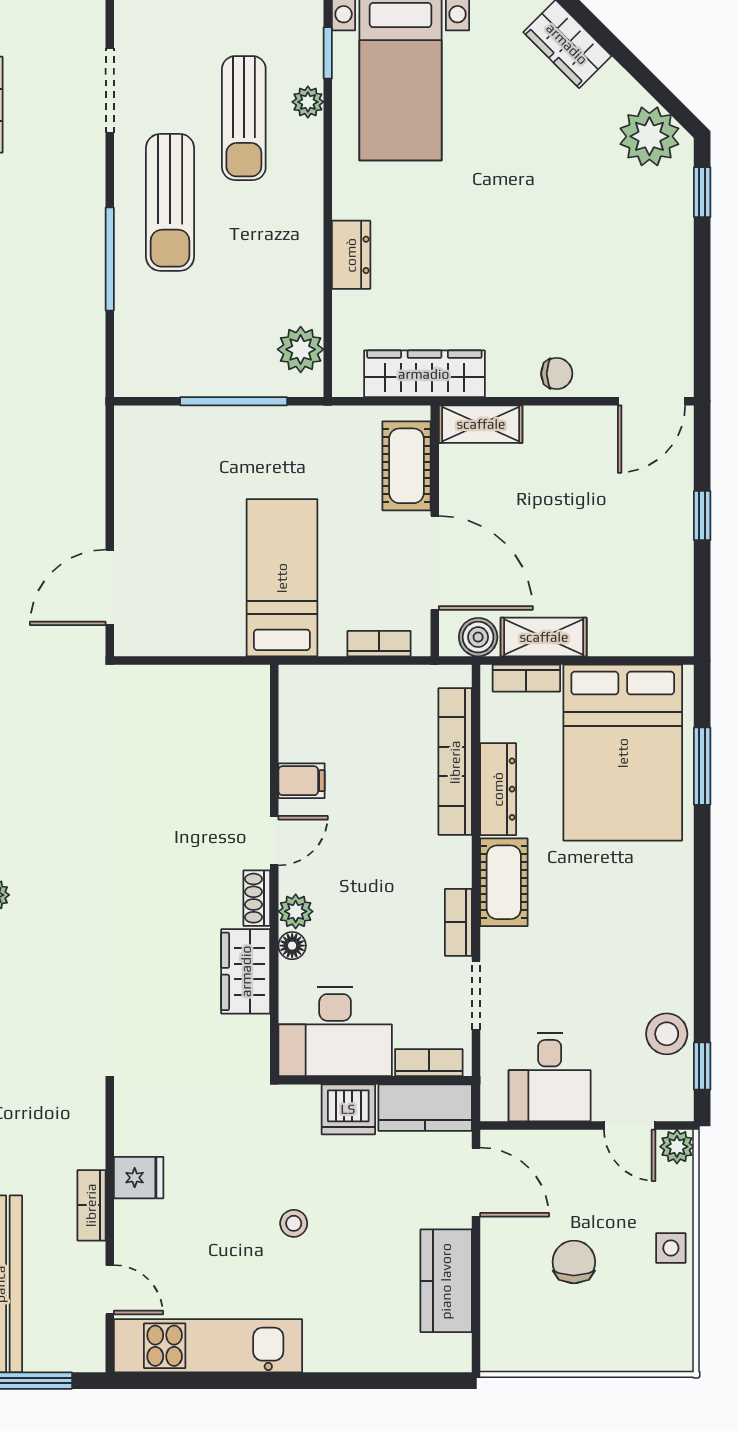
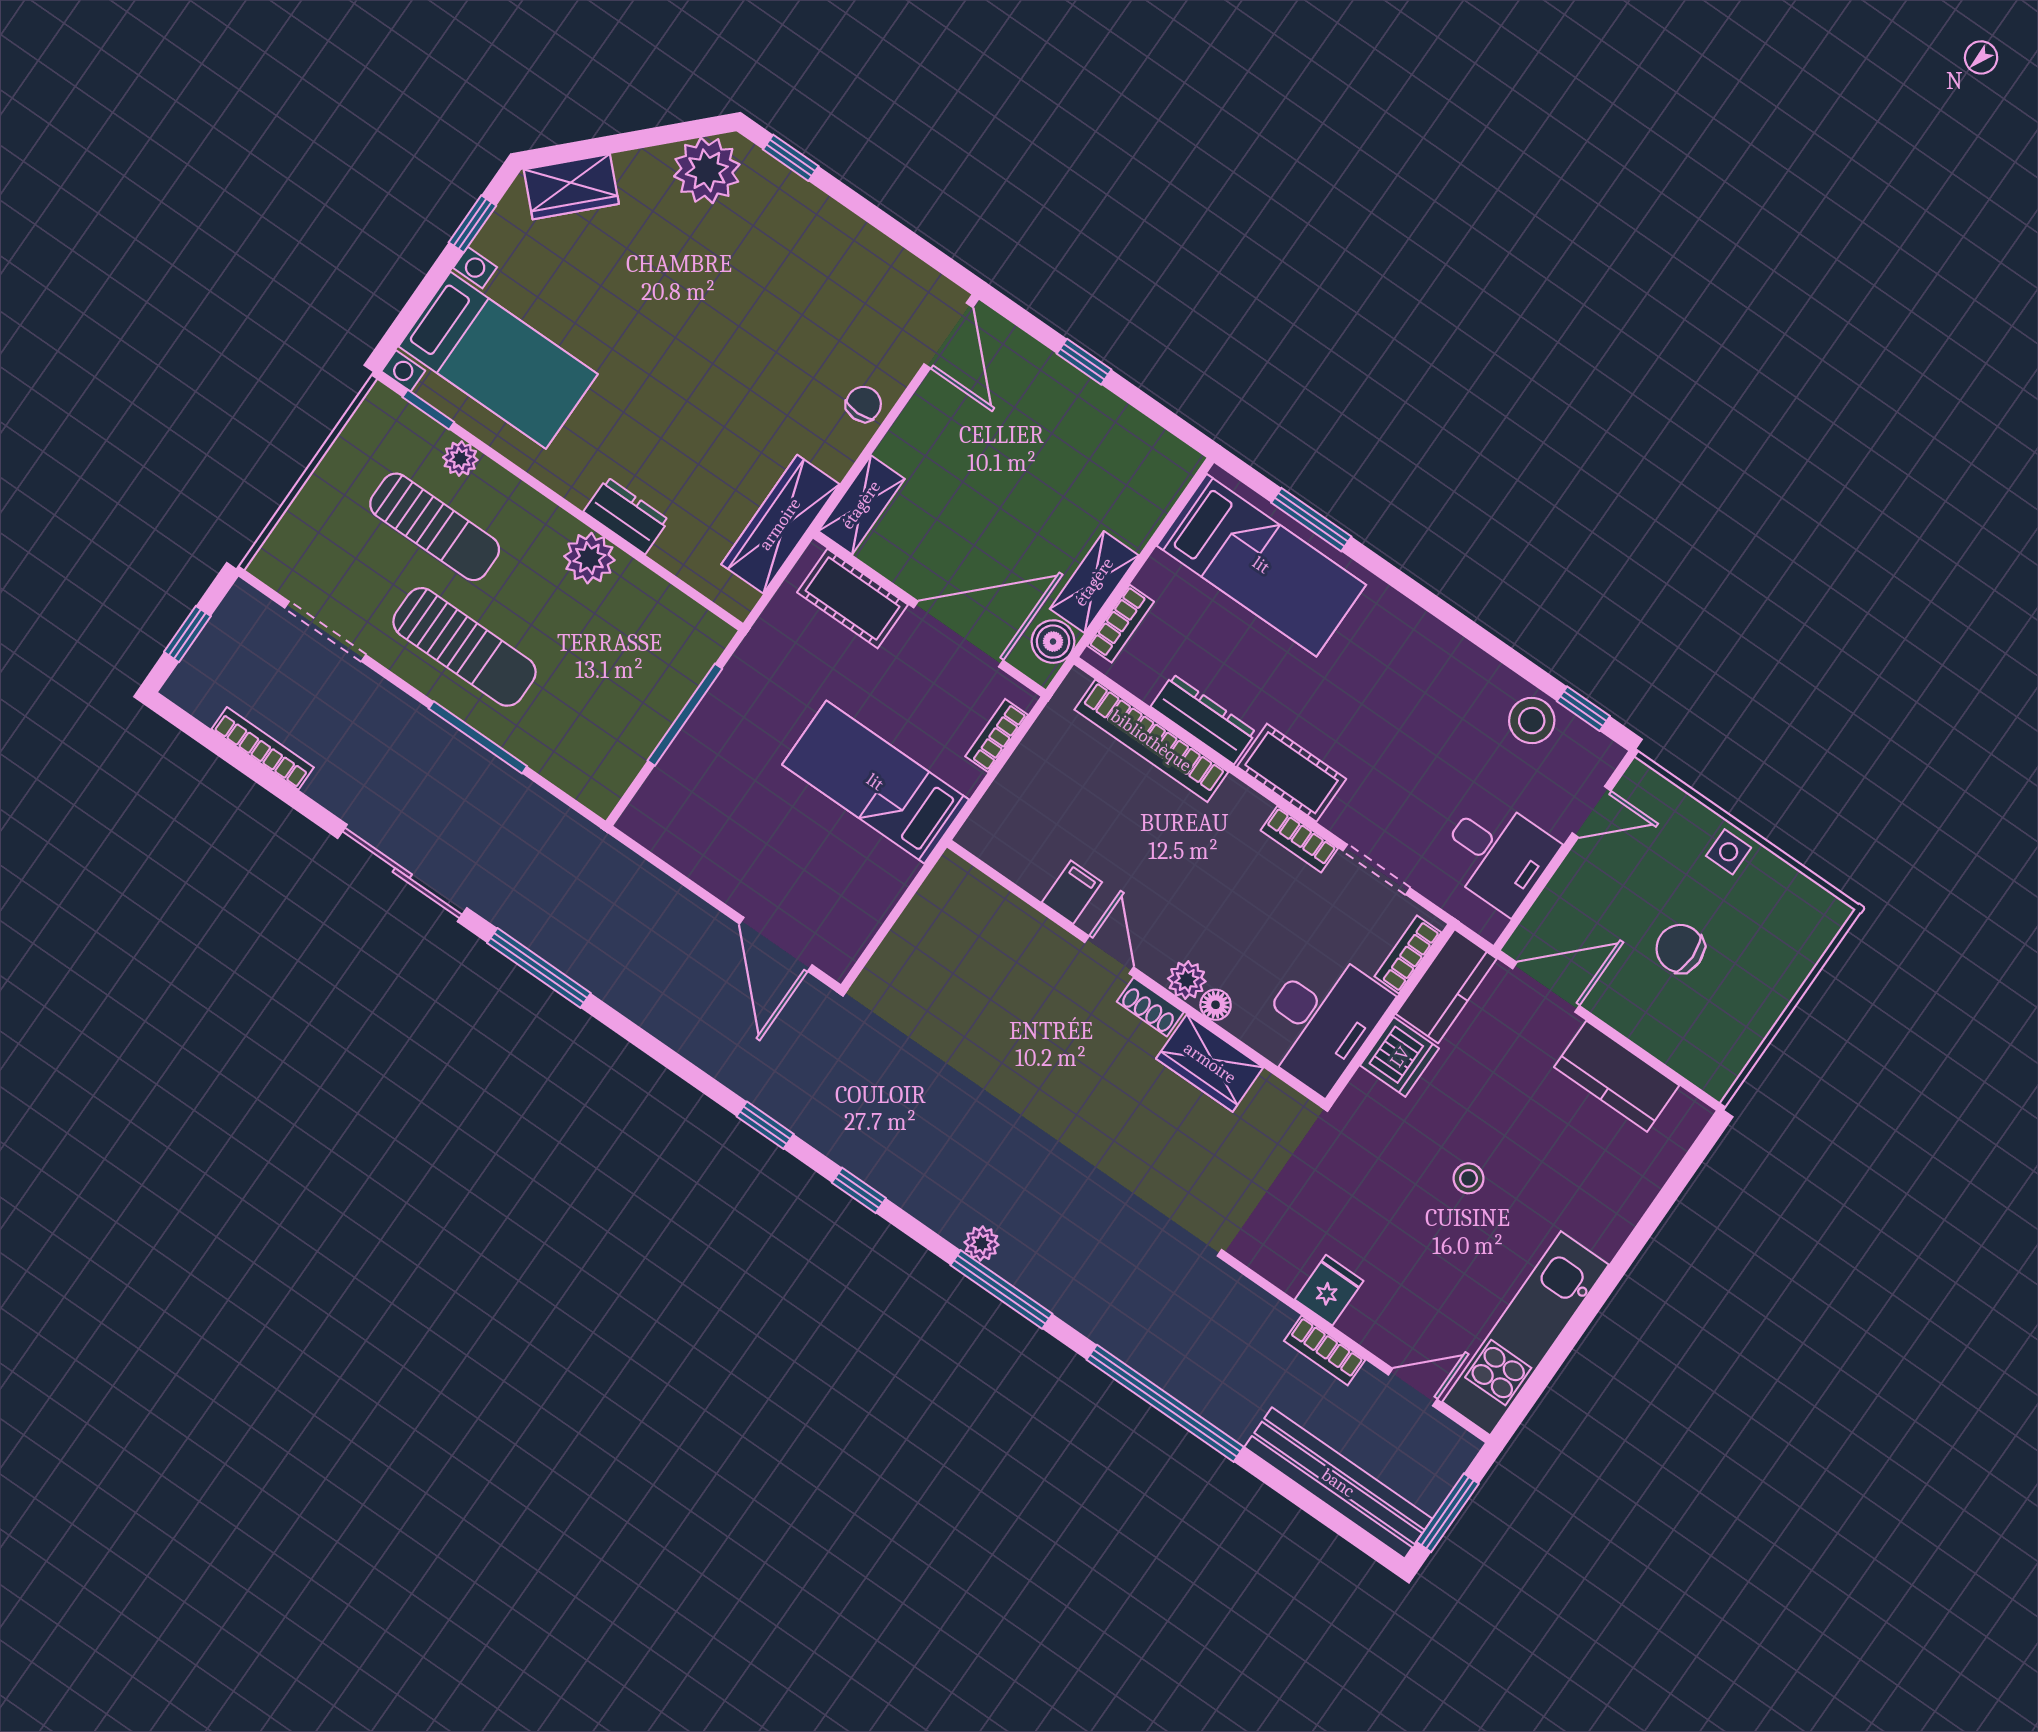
plant: (301, 349) -> (589, 558), moved
bed: (623, 753) -> (1261, 565), width x0.67
plant: (677, 1147) -> (1640, 782), removed

